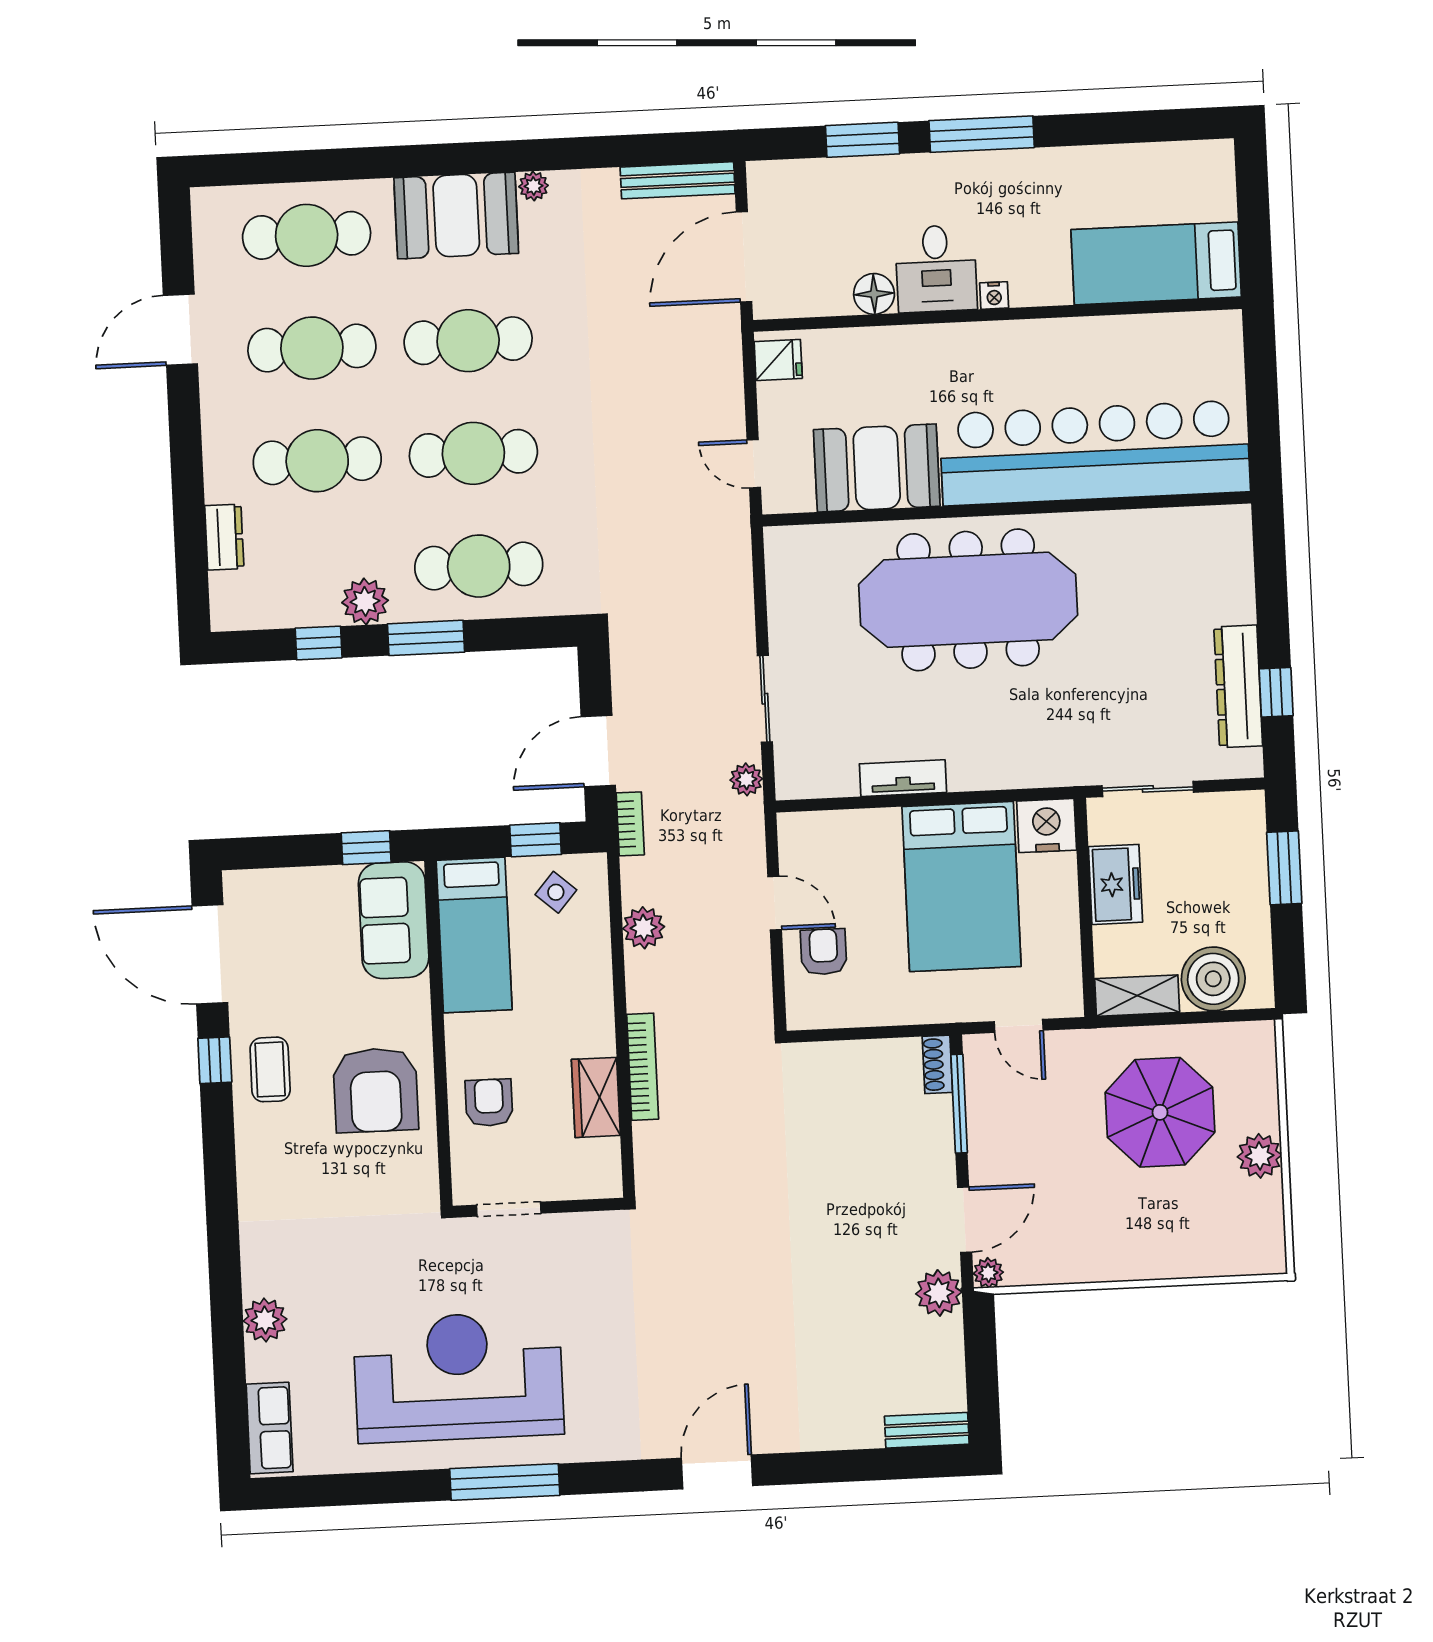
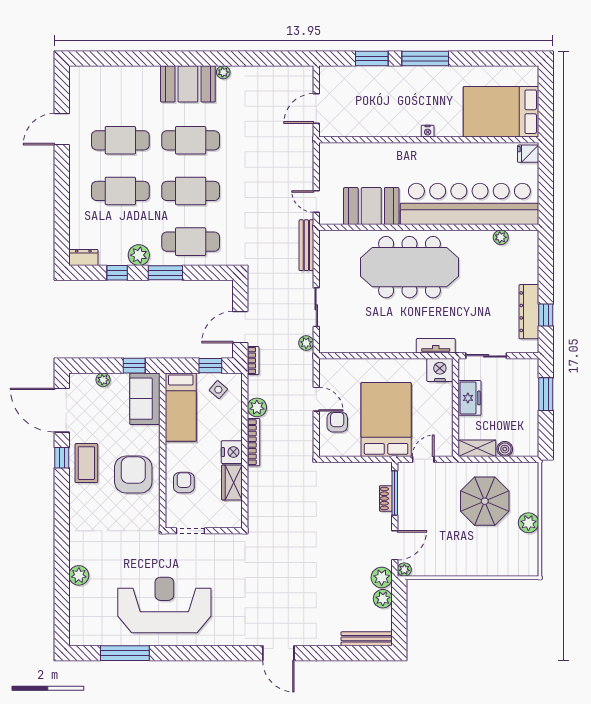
bench: (678, 180) -> (306, 245), moved, turned 90
cafe table: (307, 235) -> (120, 90), removed
door: (744, 257) -> (316, 108), width x0.73
bed: (1156, 263) -> (501, 112), width x1.50
desk: (936, 269) -> (402, 118), removed
floor lamp: (874, 294) -> (374, 128), removed
fridge: (778, 360) -> (528, 154), moved, turned 180
plant: (1168, 524) -> (501, 237), added
dresser: (224, 537) -> (83, 257), moved, turned -90
tv unit: (903, 778) -> (436, 346), moved
plant: (298, 882) -> (103, 380), added
bed: (962, 886) -> (386, 420), moved, turned 180
boiler: (1213, 979) -> (505, 449), width x0.54, depth x0.54
door: (1019, 1026) -> (423, 459), swing flipped
nightstand: (592, 1030) -> (232, 452), added
shoe rack: (937, 1064) -> (386, 498), moved
bookcase: (643, 1067) -> (254, 442), moved
coffee table: (270, 1069) -> (86, 463), width x1.36, depth x1.30
armchair: (376, 1090) -> (133, 475), turned 180
plant: (944, 1340) -> (383, 599), added
row of seats: (270, 1428) -> (79, 624), removed
bench: (927, 1430) -> (367, 639), width x1.36
door: (717, 1472) -> (278, 653), swing flipped
window: (505, 1482) -> (125, 653), moved

